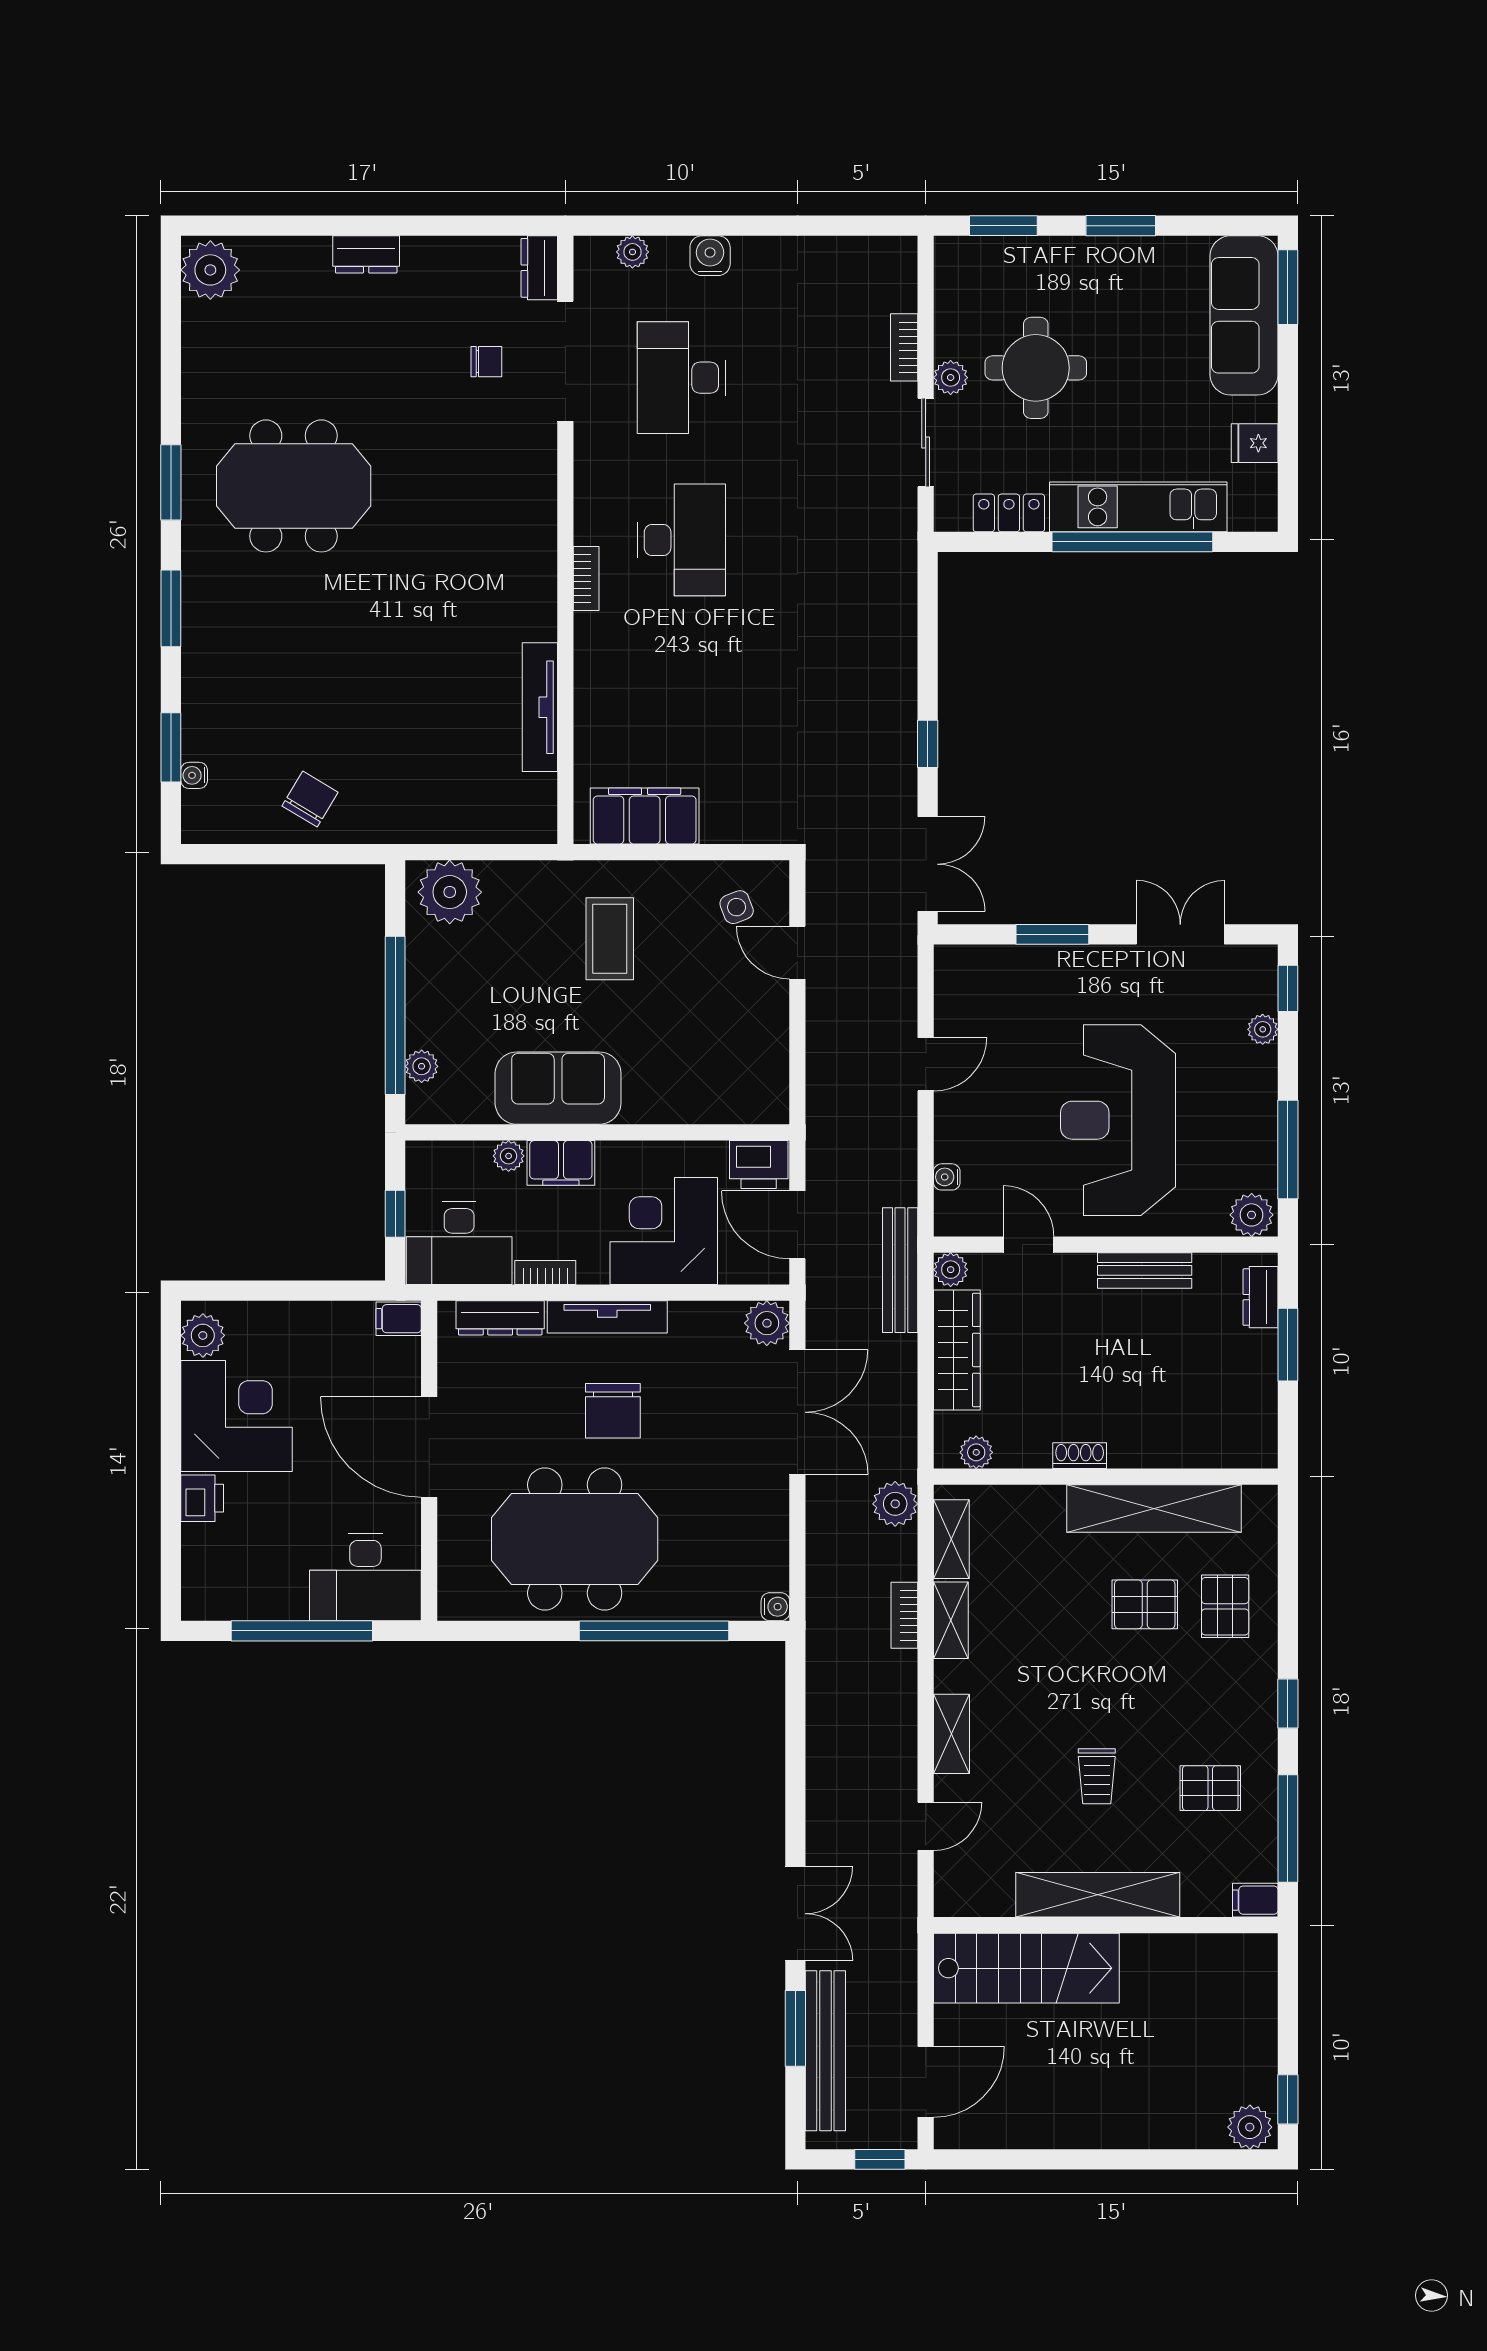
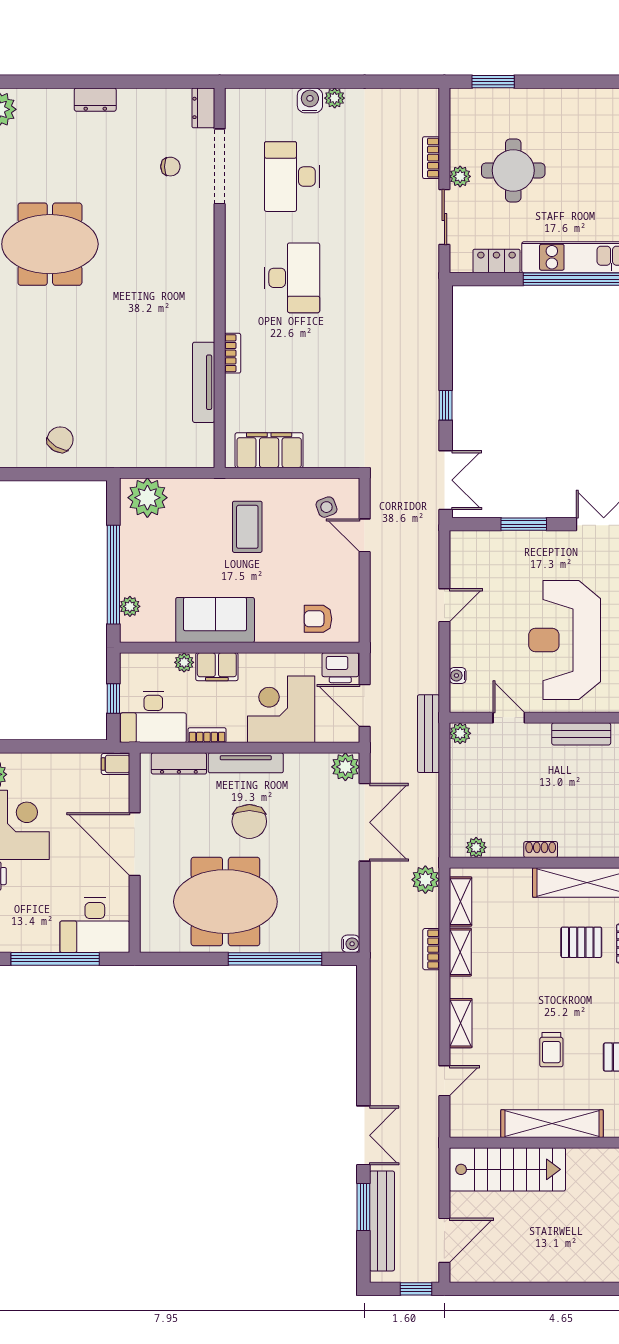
window: (1121, 226) -> (566, 82), removed
plant: (632, 252) -> (335, 98), moved
bookcase: (586, 578) -> (233, 353), moved
armchair: (723, 1086) -> (318, 619), added
wardrobe: (957, 1350) -> (464, 784), removed

